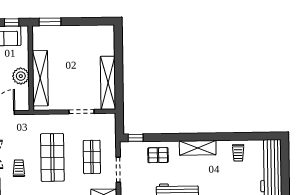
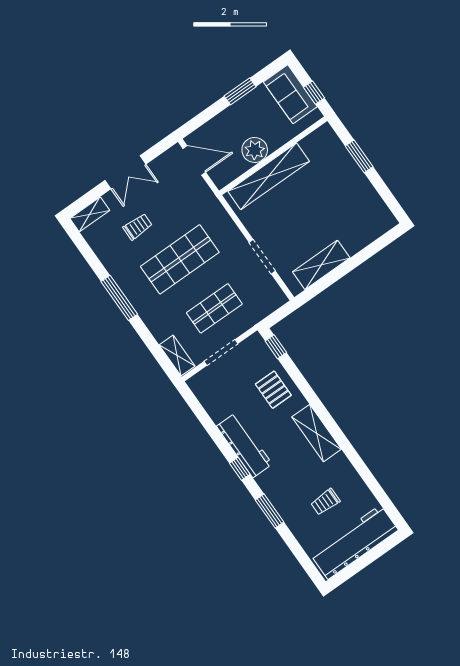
window: (50, 22) -> (359, 156), moved
shelving: (108, 83) -> (321, 265), width x0.68
trolley: (238, 153) -> (325, 502), moved

